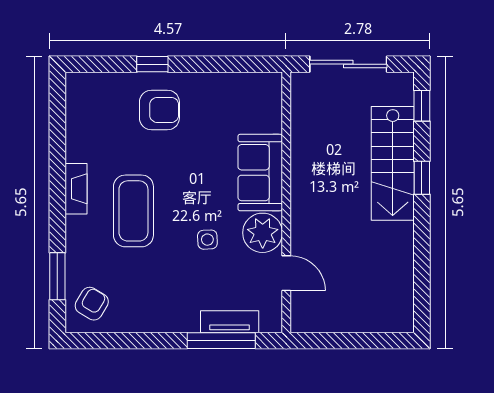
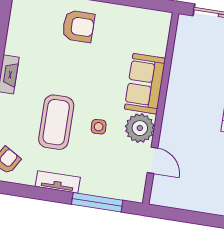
coffee table: (133, 211) -> (56, 122), moved
tv unit: (230, 322) -> (58, 182), moved

